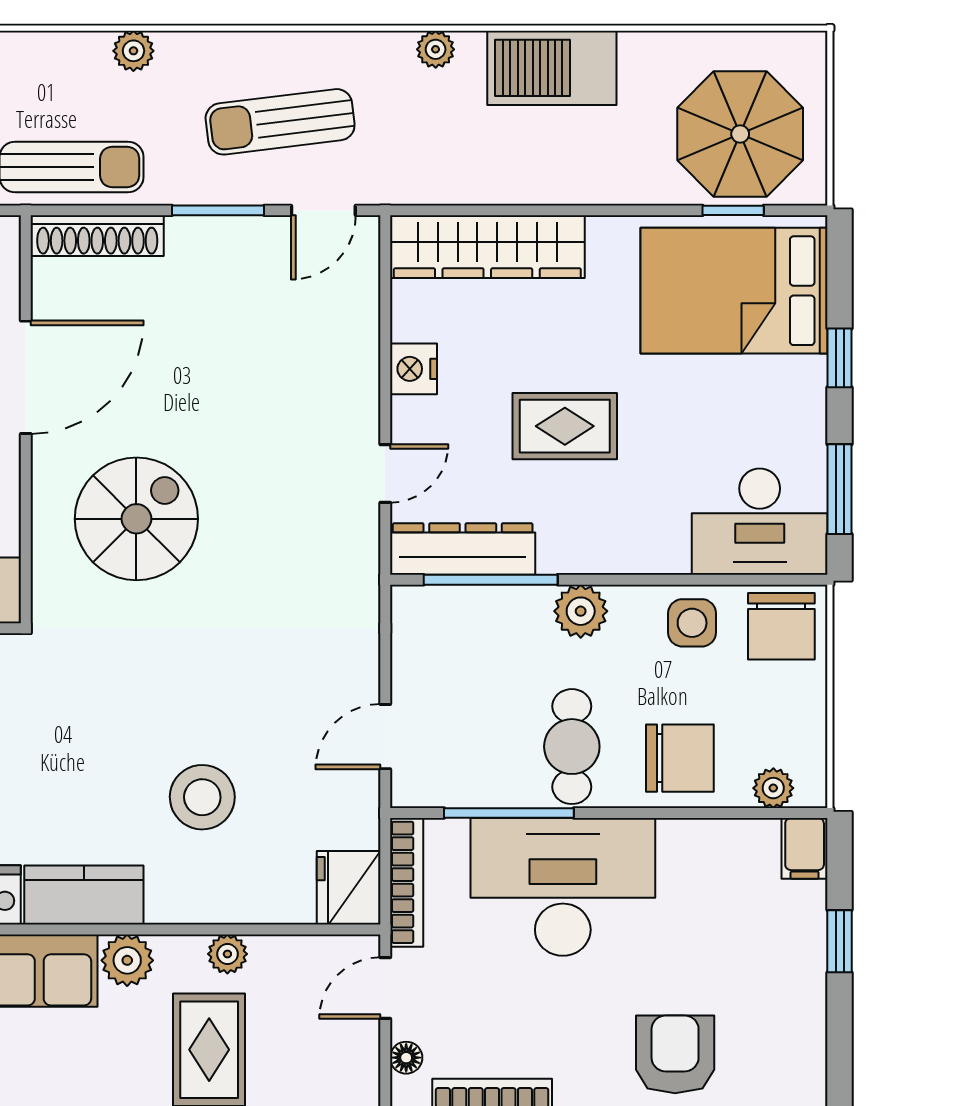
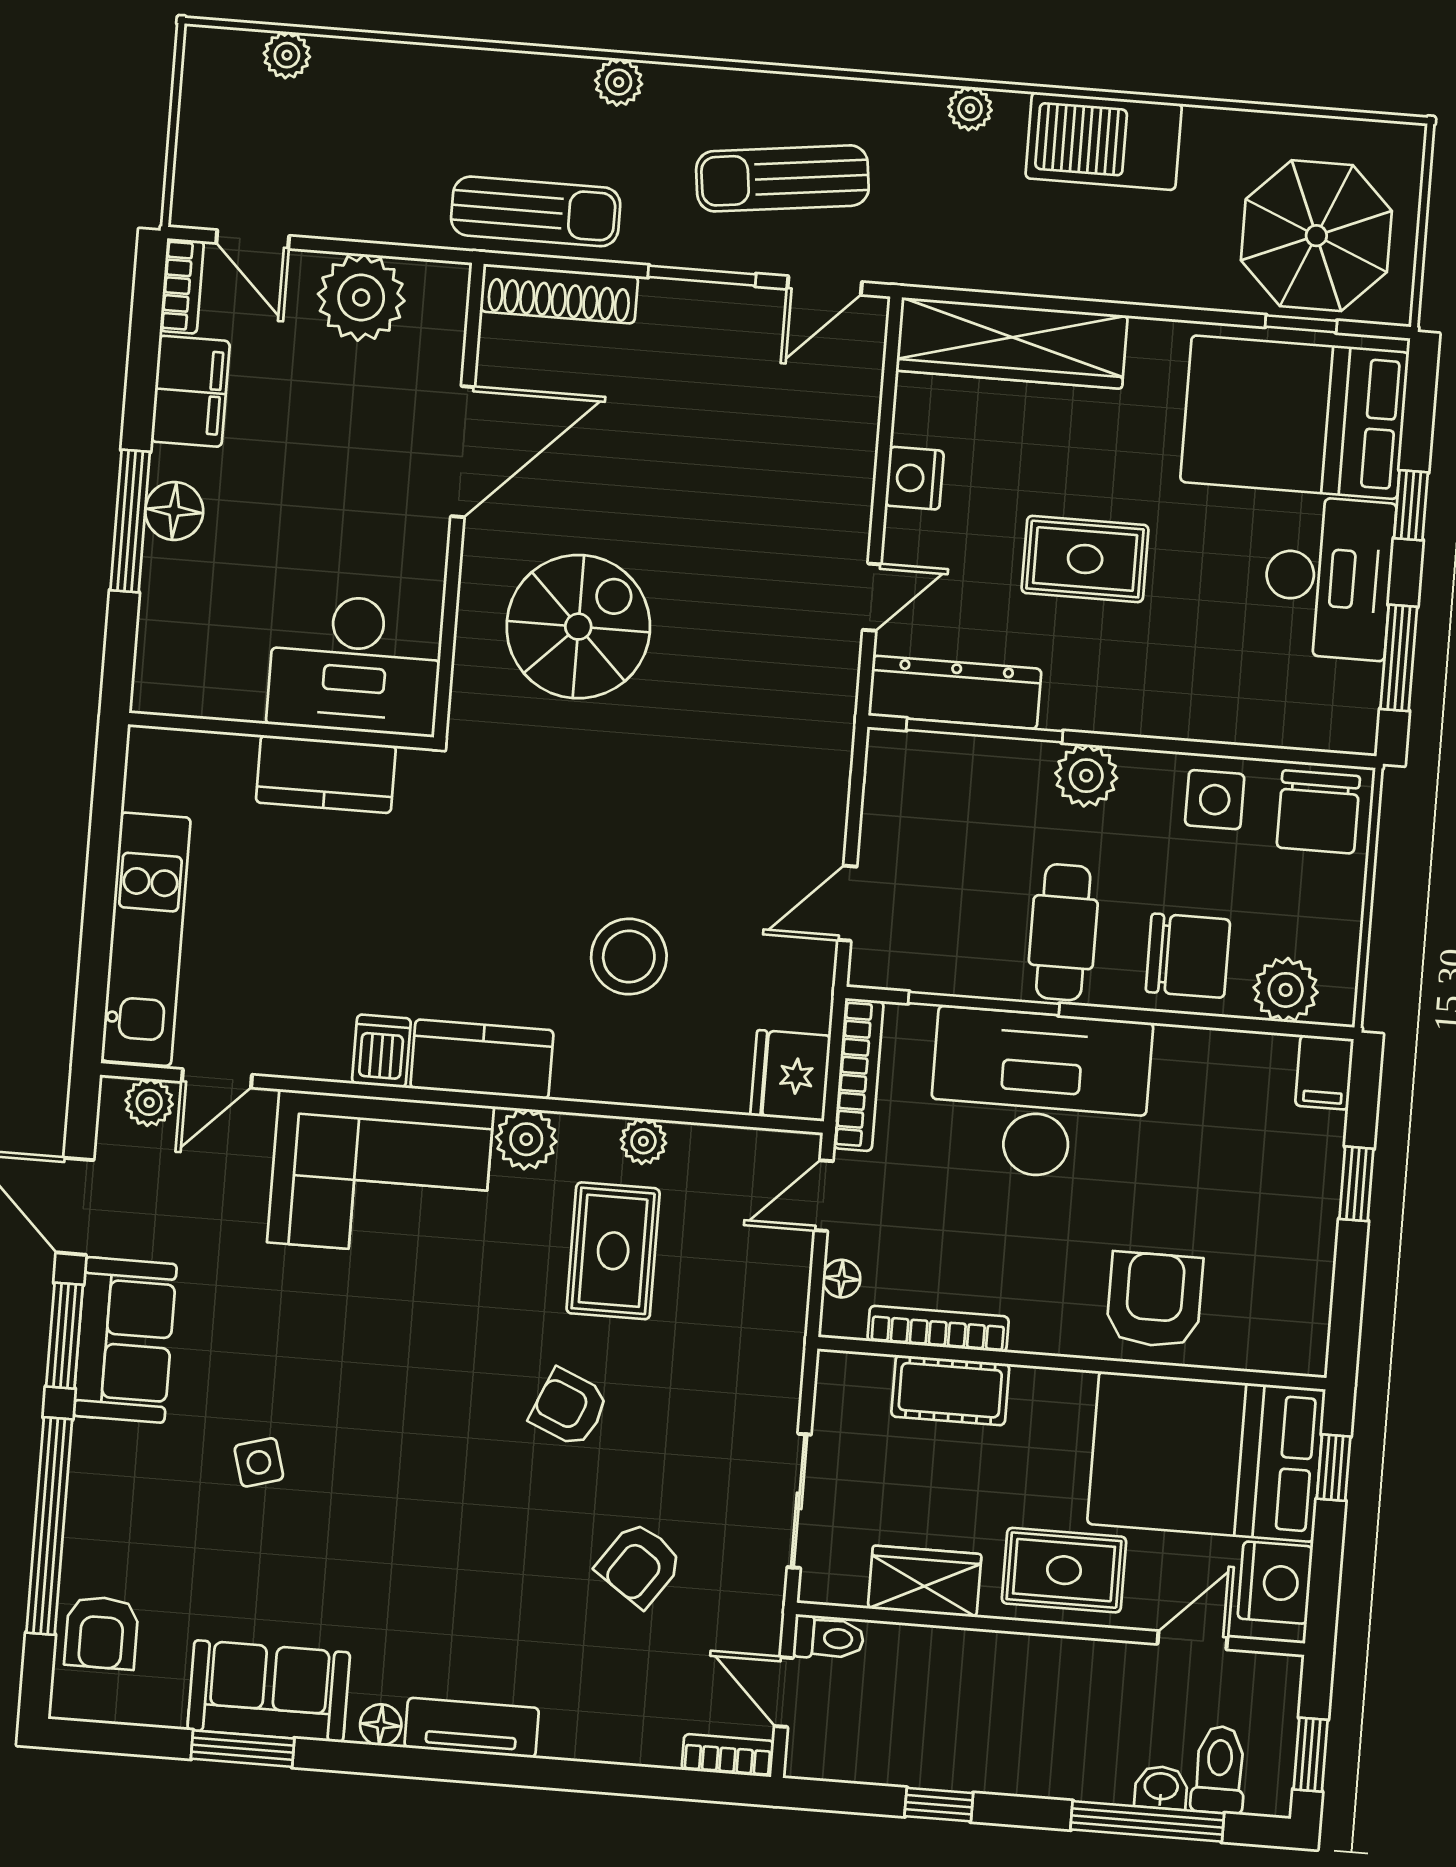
desk: (760, 522) -> (1329, 578), moved, turned -90
plant: (773, 788) -> (1286, 990), width x1.38, depth x1.38

